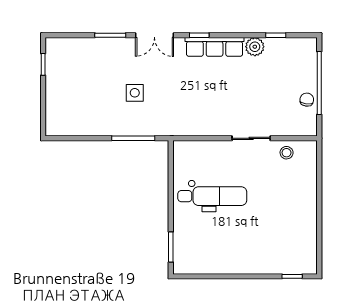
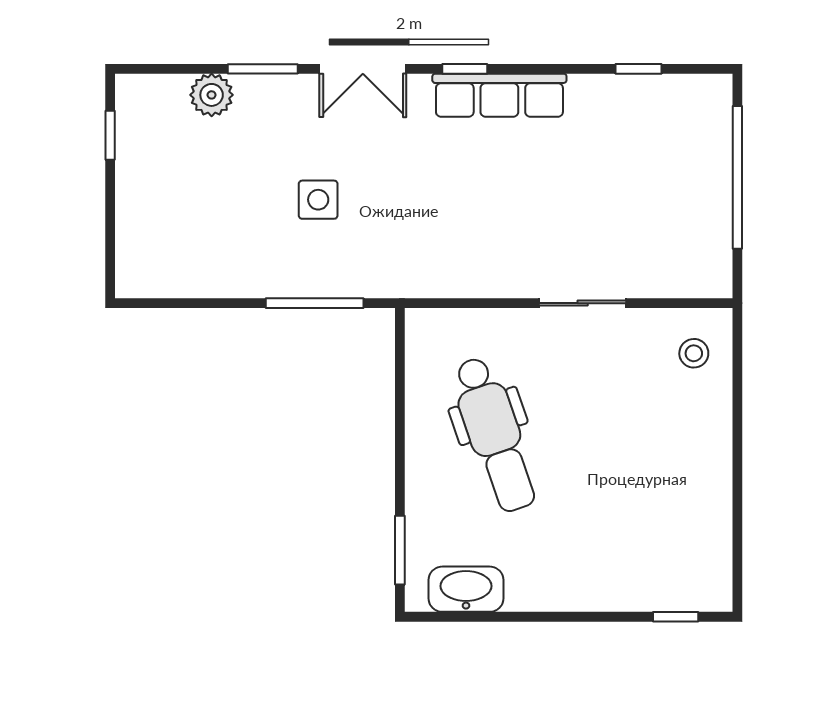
plant: (255, 47) -> (212, 95), moved
chair: (307, 100) -> (709, 215), removed
stool: (287, 153) -> (694, 353), moved
dental chair: (212, 196) -> (494, 434), turned 71
washbasin: (200, 264) -> (466, 589), added

